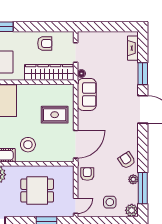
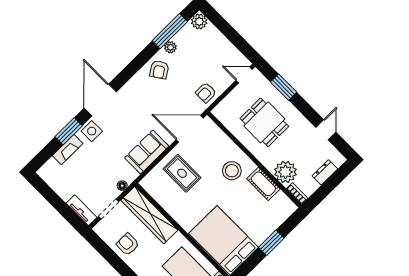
tv unit: (90, 36) -> (82, 210), added
fireplace: (133, 48) -> (68, 150), moved
sofa: (87, 94) -> (147, 152), moved
side table: (110, 202) -> (92, 131), moved

